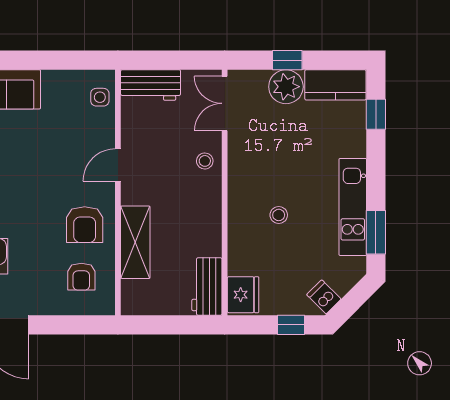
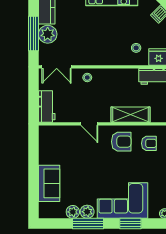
window: (287, 60) -> (33, 34), width x2.17
side table: (100, 97) -> (53, 133), removed
stool: (279, 215) -> (136, 48), moved

